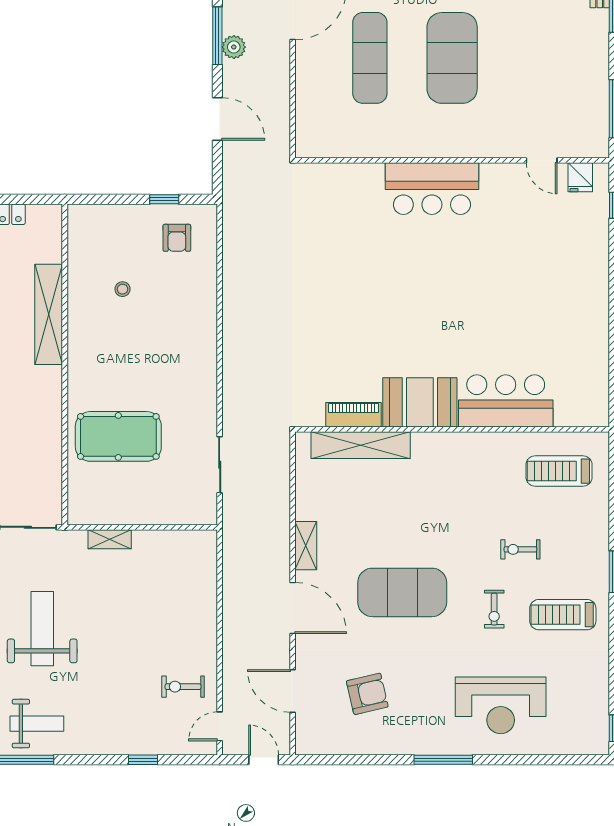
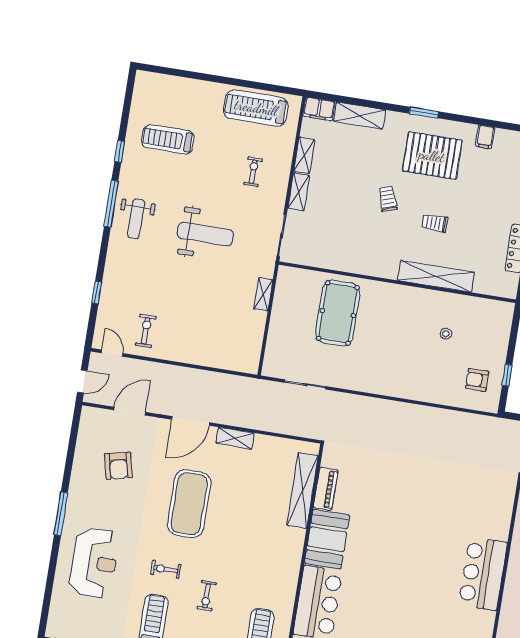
exercise bike: (520, 549) -> (207, 596), turned 180
reception desk: (501, 705) -> (94, 563), turned 180

